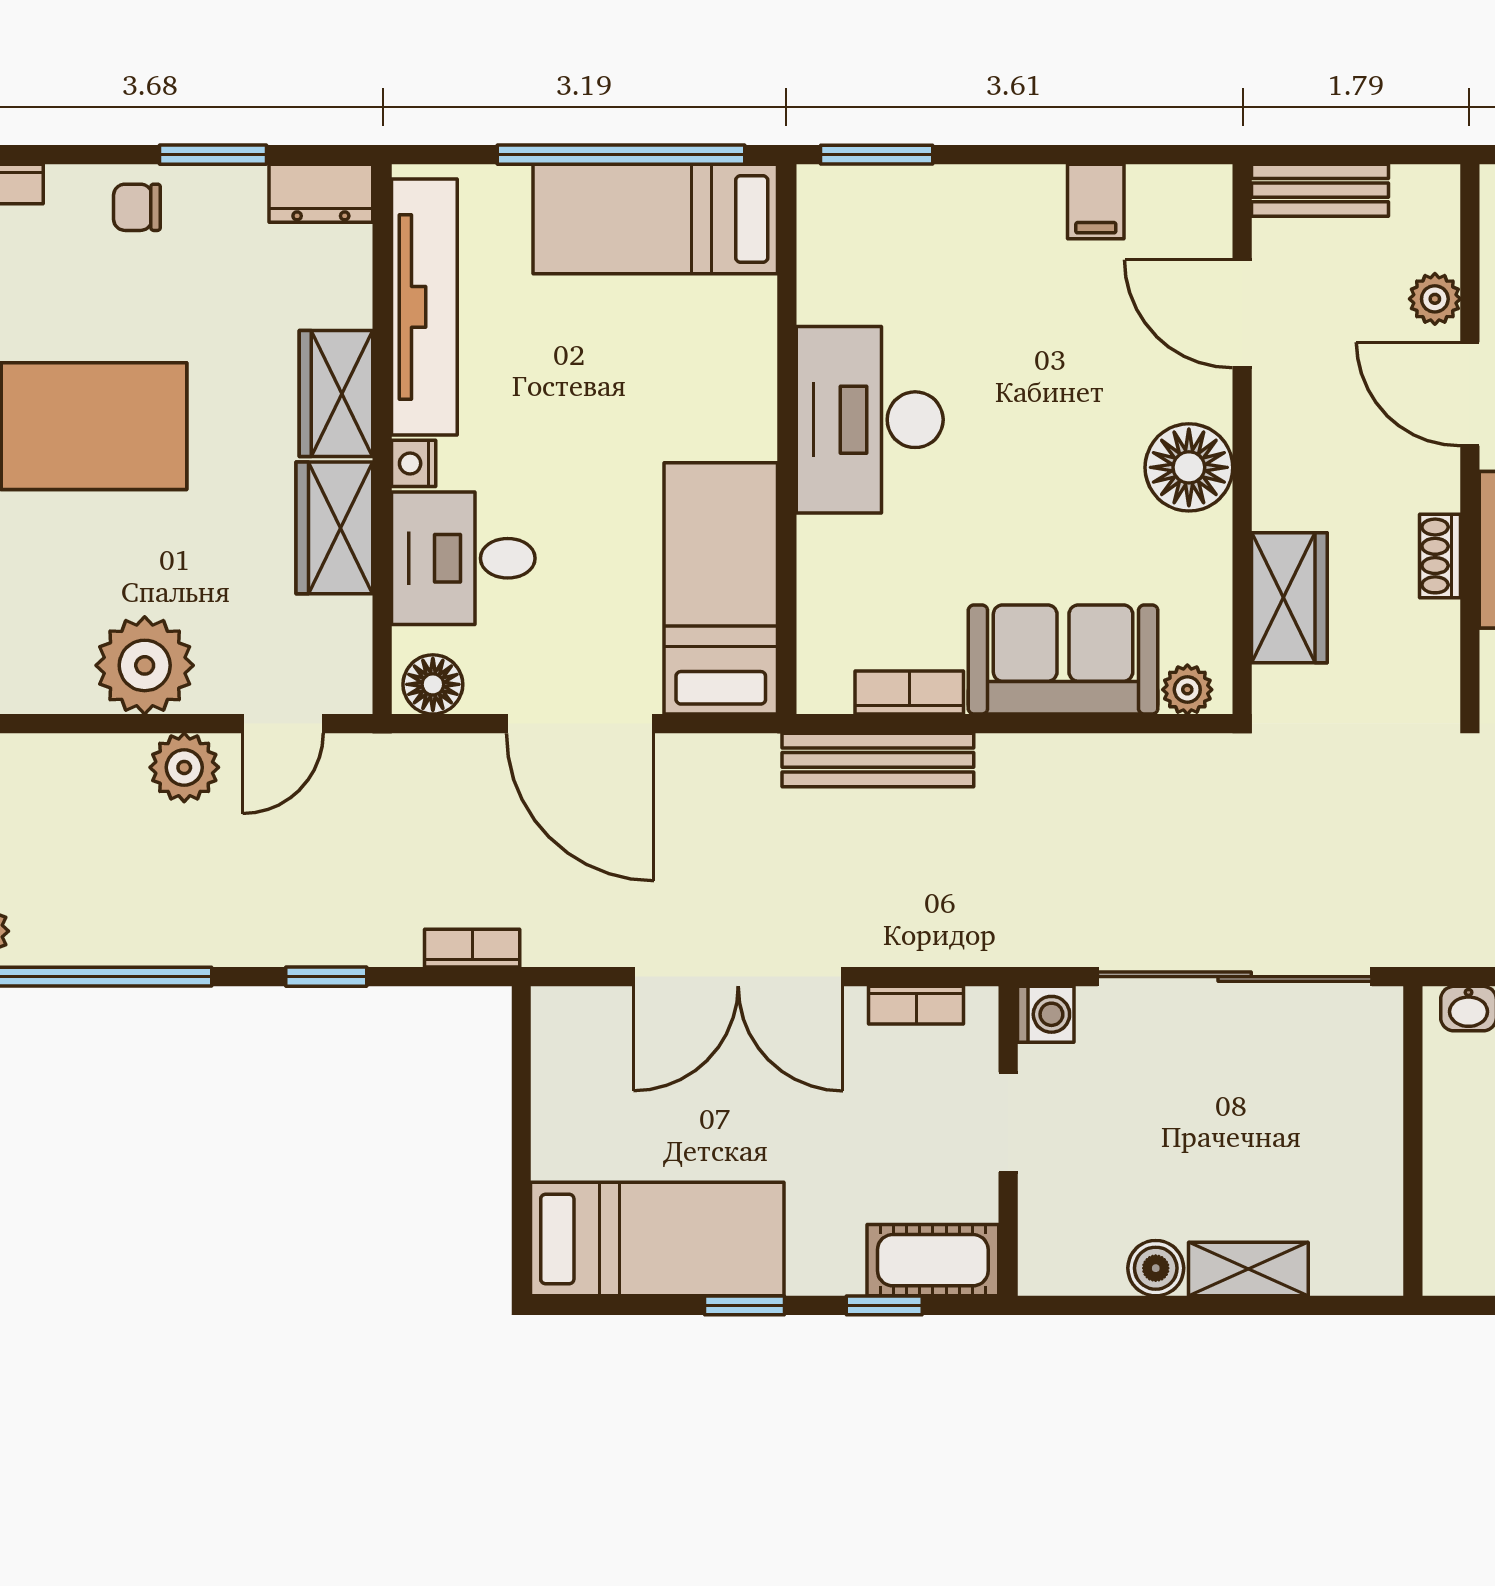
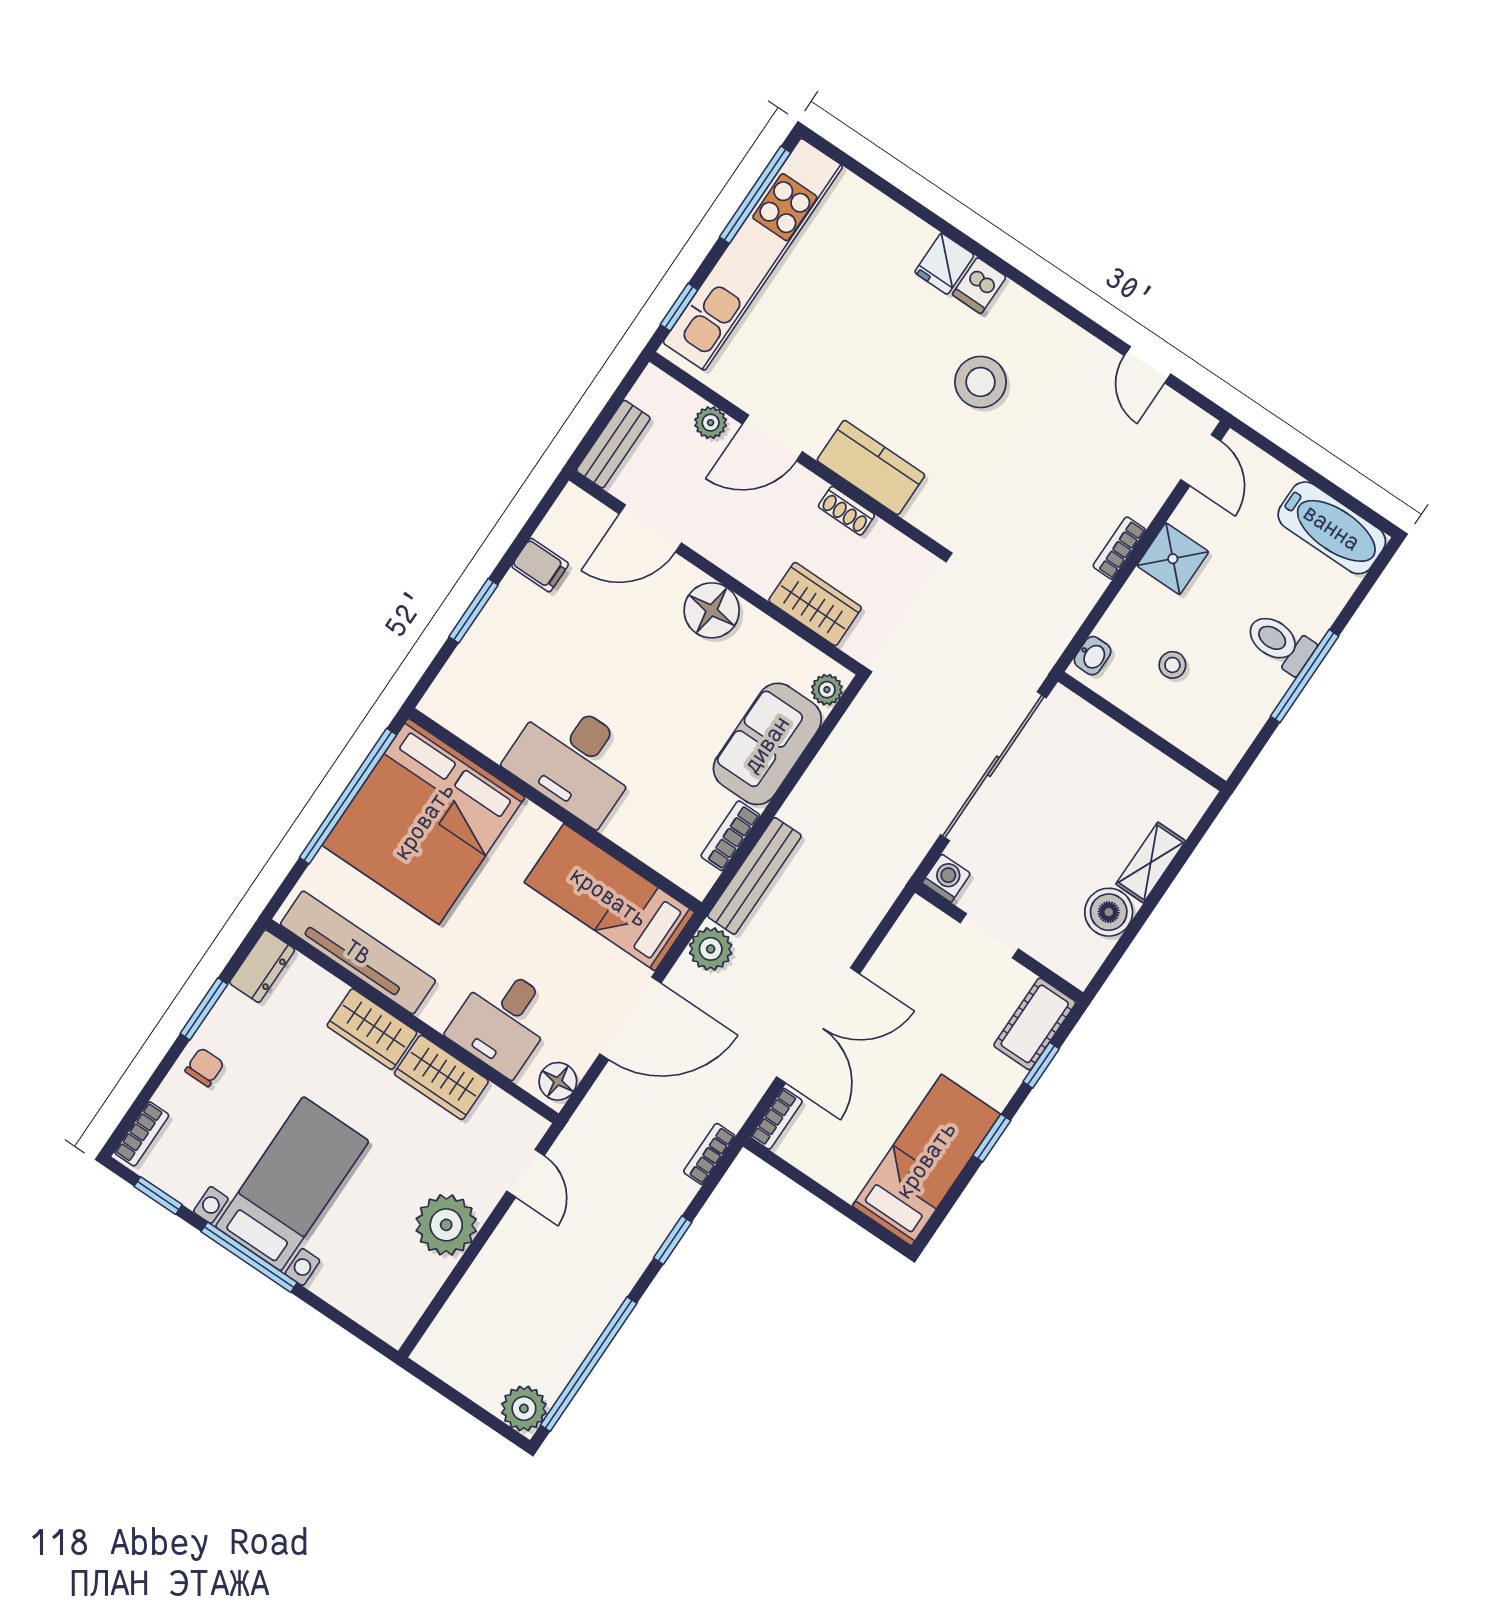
window: (877, 155) -> (473, 611), moved
chair: (137, 207) -> (205, 1067), turned 180
bed: (655, 219) -> (424, 821), width x2.04
nightstand: (414, 463) -> (436, 1013), removed
plant: (184, 767) -> (711, 949), moved
bookcase: (916, 1005) -> (776, 1119), moved
boiler: (1156, 1268) -> (1109, 912), width x1.36, depth x1.36

